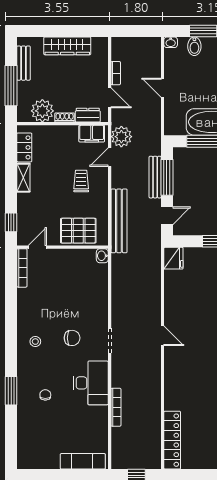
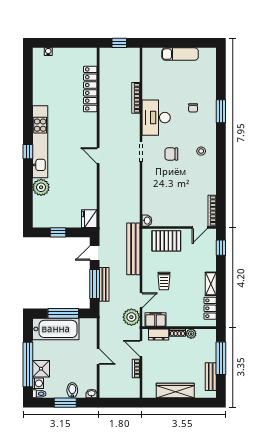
plant: (42, 111) -> (191, 334), width x0.53, depth x0.53
locker: (172, 440) -> (90, 89), moved
exam couch: (83, 461) -> (180, 54), moved

